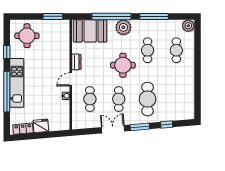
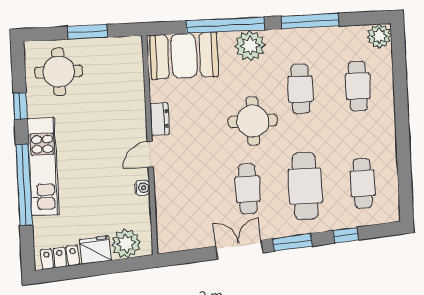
window: (53, 16) -> (87, 32), moved
cafe table: (90, 99) -> (363, 183), moved
plant: (56, 123) -> (126, 244), added

